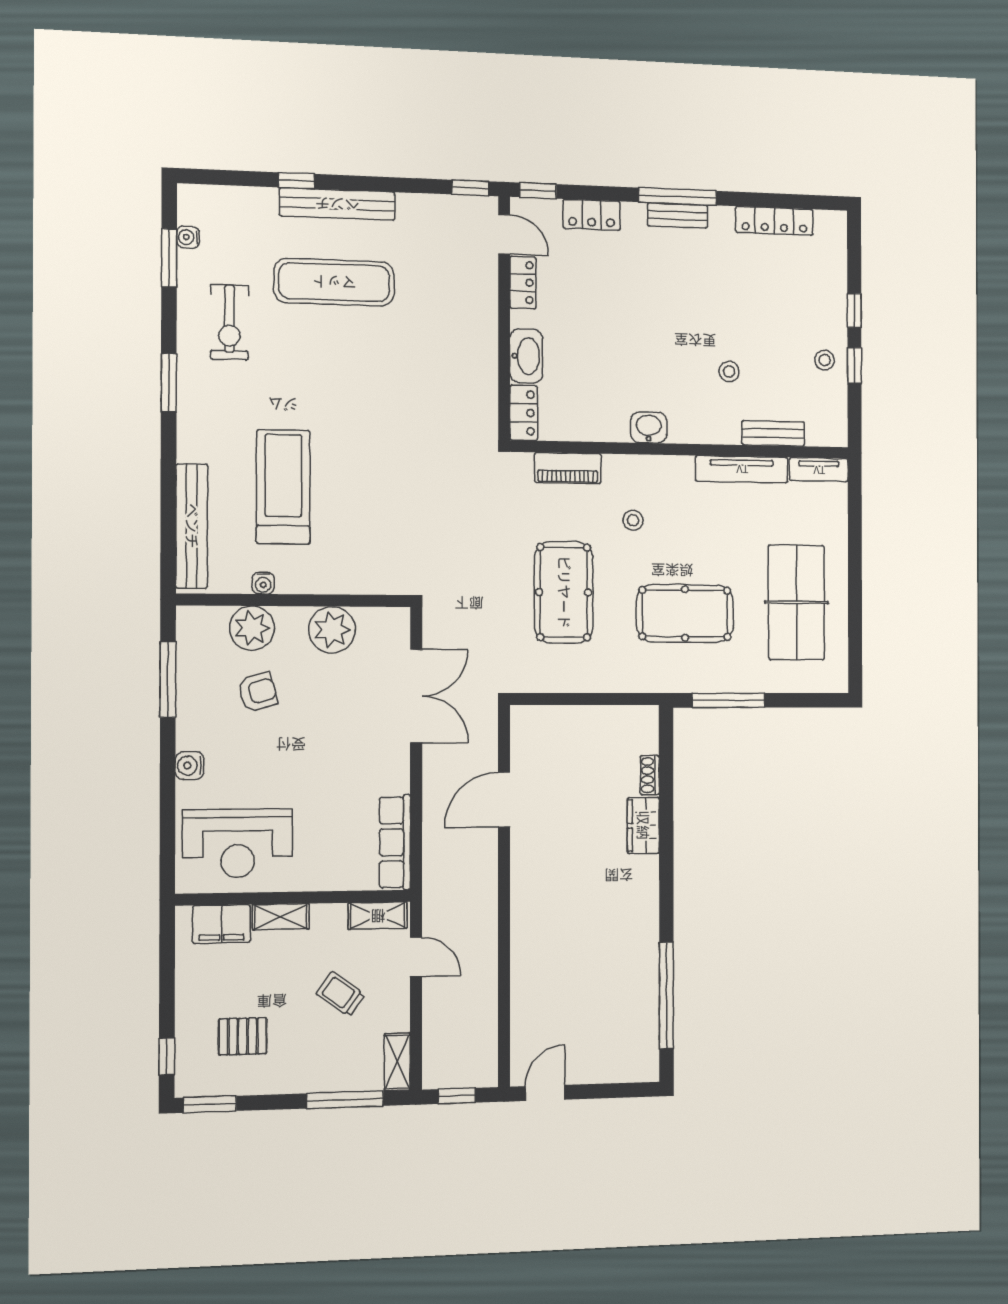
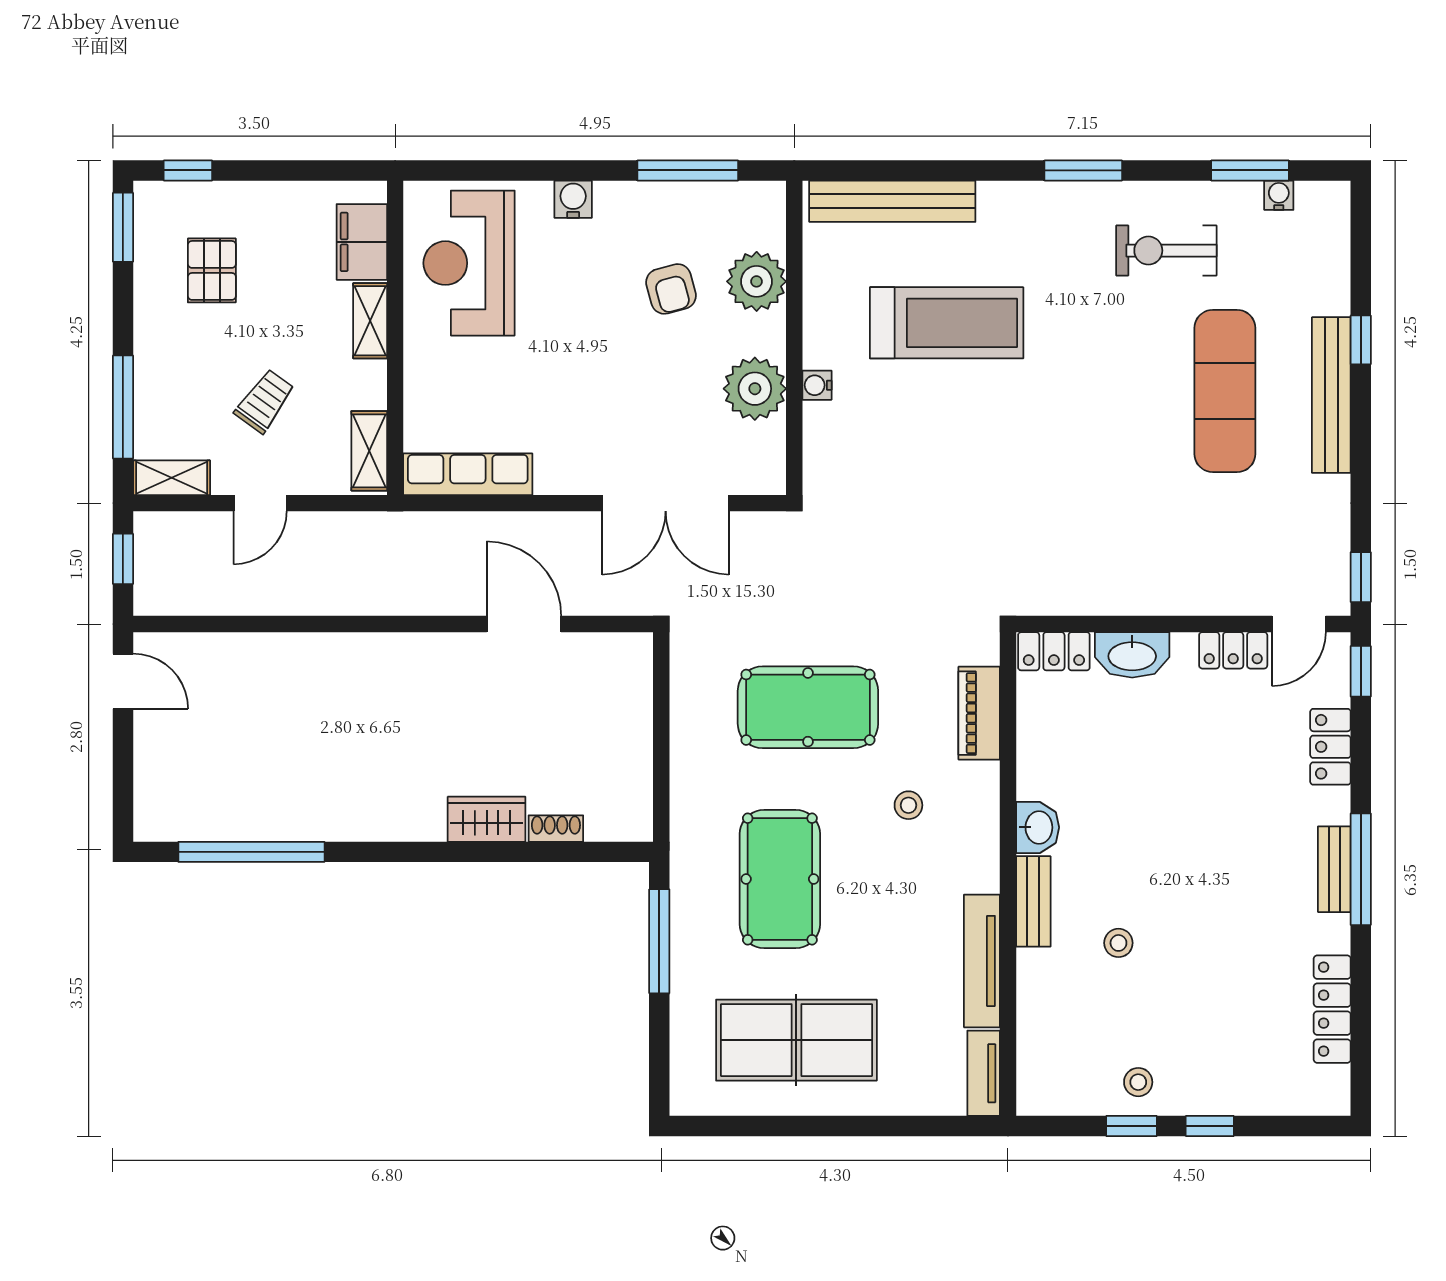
bench: (773, 433) -> (1033, 901), moved
water cooler: (263, 583) -> (817, 385), moved
door: (416, 957) -> (260, 503), moved

